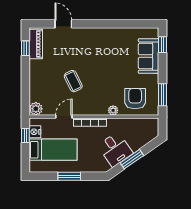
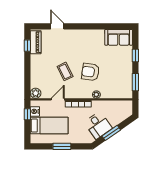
window: (163, 45) -> (135, 55), moved
sofa: (149, 56) -> (119, 37), moved, turned -90
armchair: (135, 99) -> (90, 72), moved, turned -82

